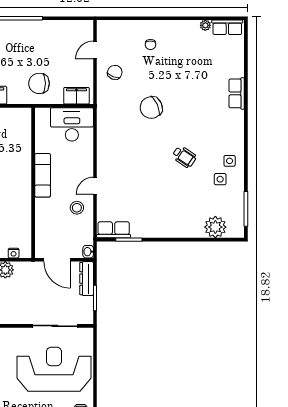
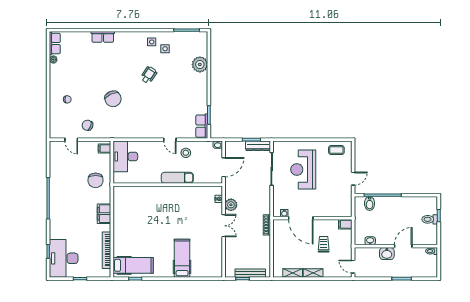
filing cabinet: (76, 96) -> (104, 149), width x0.50
exam couch: (43, 175) -> (177, 178), moved
plant: (215, 227) -> (200, 64), moved
dresser: (87, 279) -> (258, 146), moved
reception desk: (54, 369) -> (303, 169), width x0.74, depth x0.77

